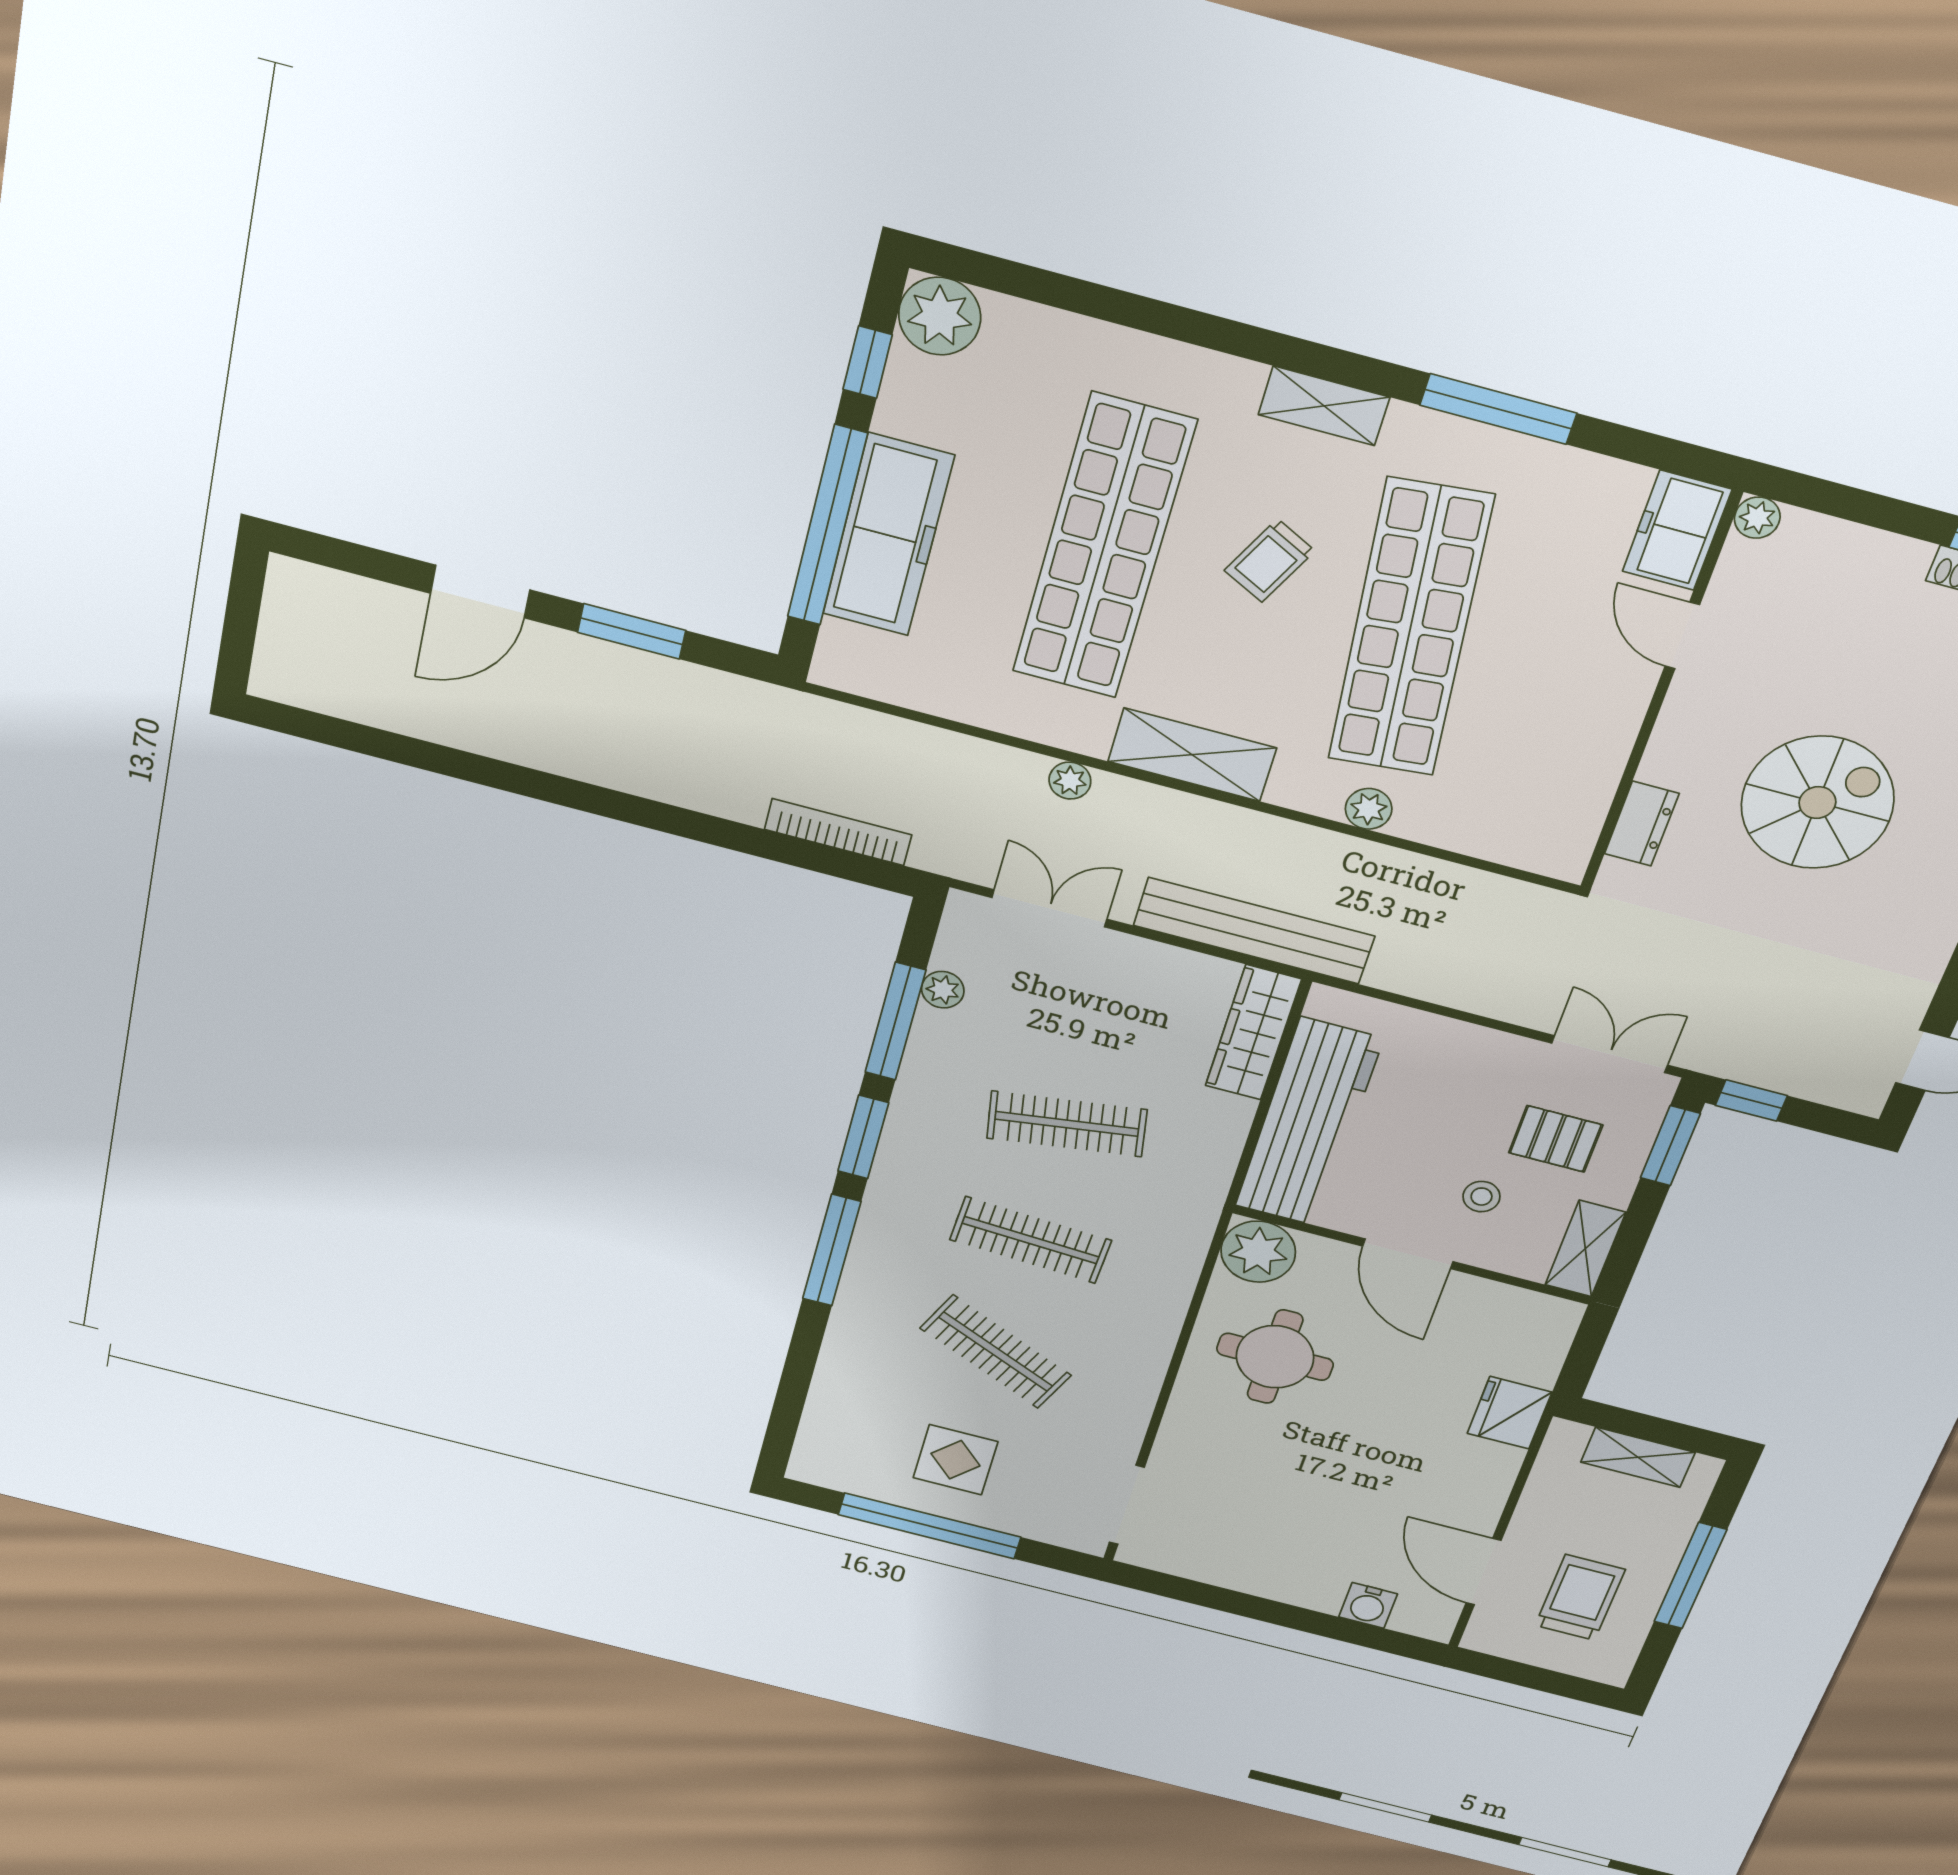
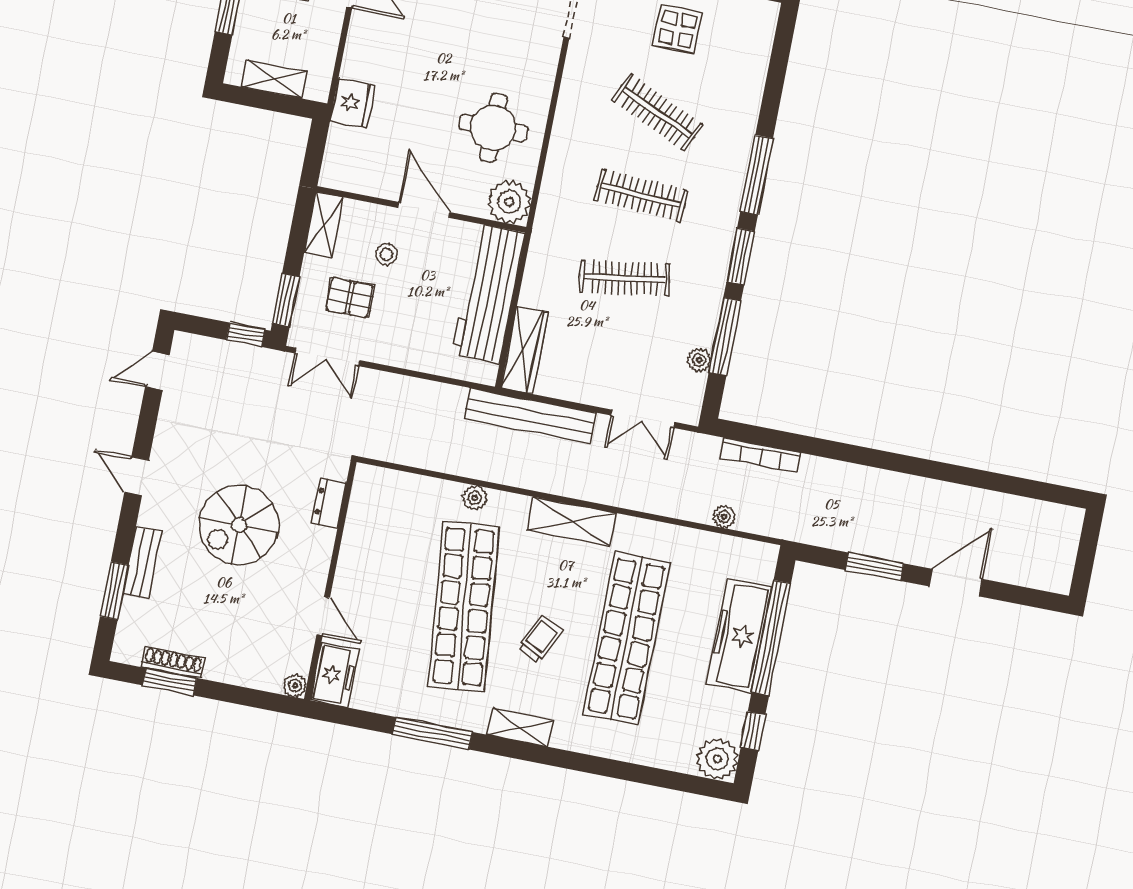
plant: (1070, 781) -> (724, 517), moved

